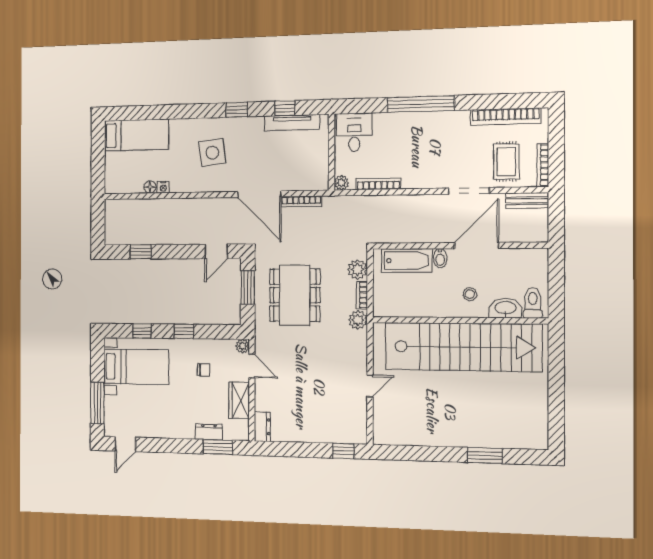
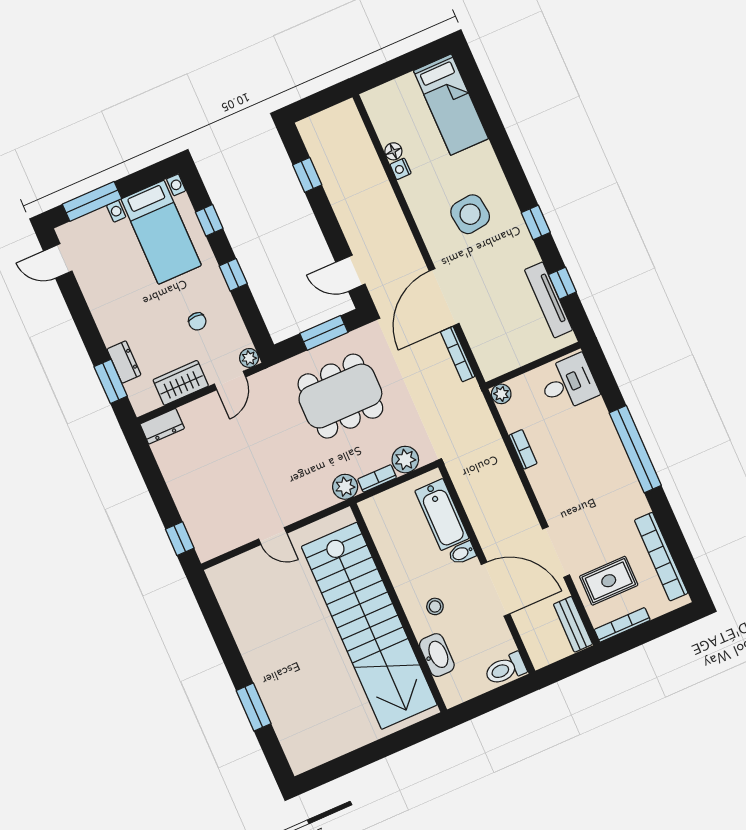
bookcase: (378, 184) -> (523, 449), width x0.64
toilet: (533, 303) -> (505, 669), moved, turned 180

